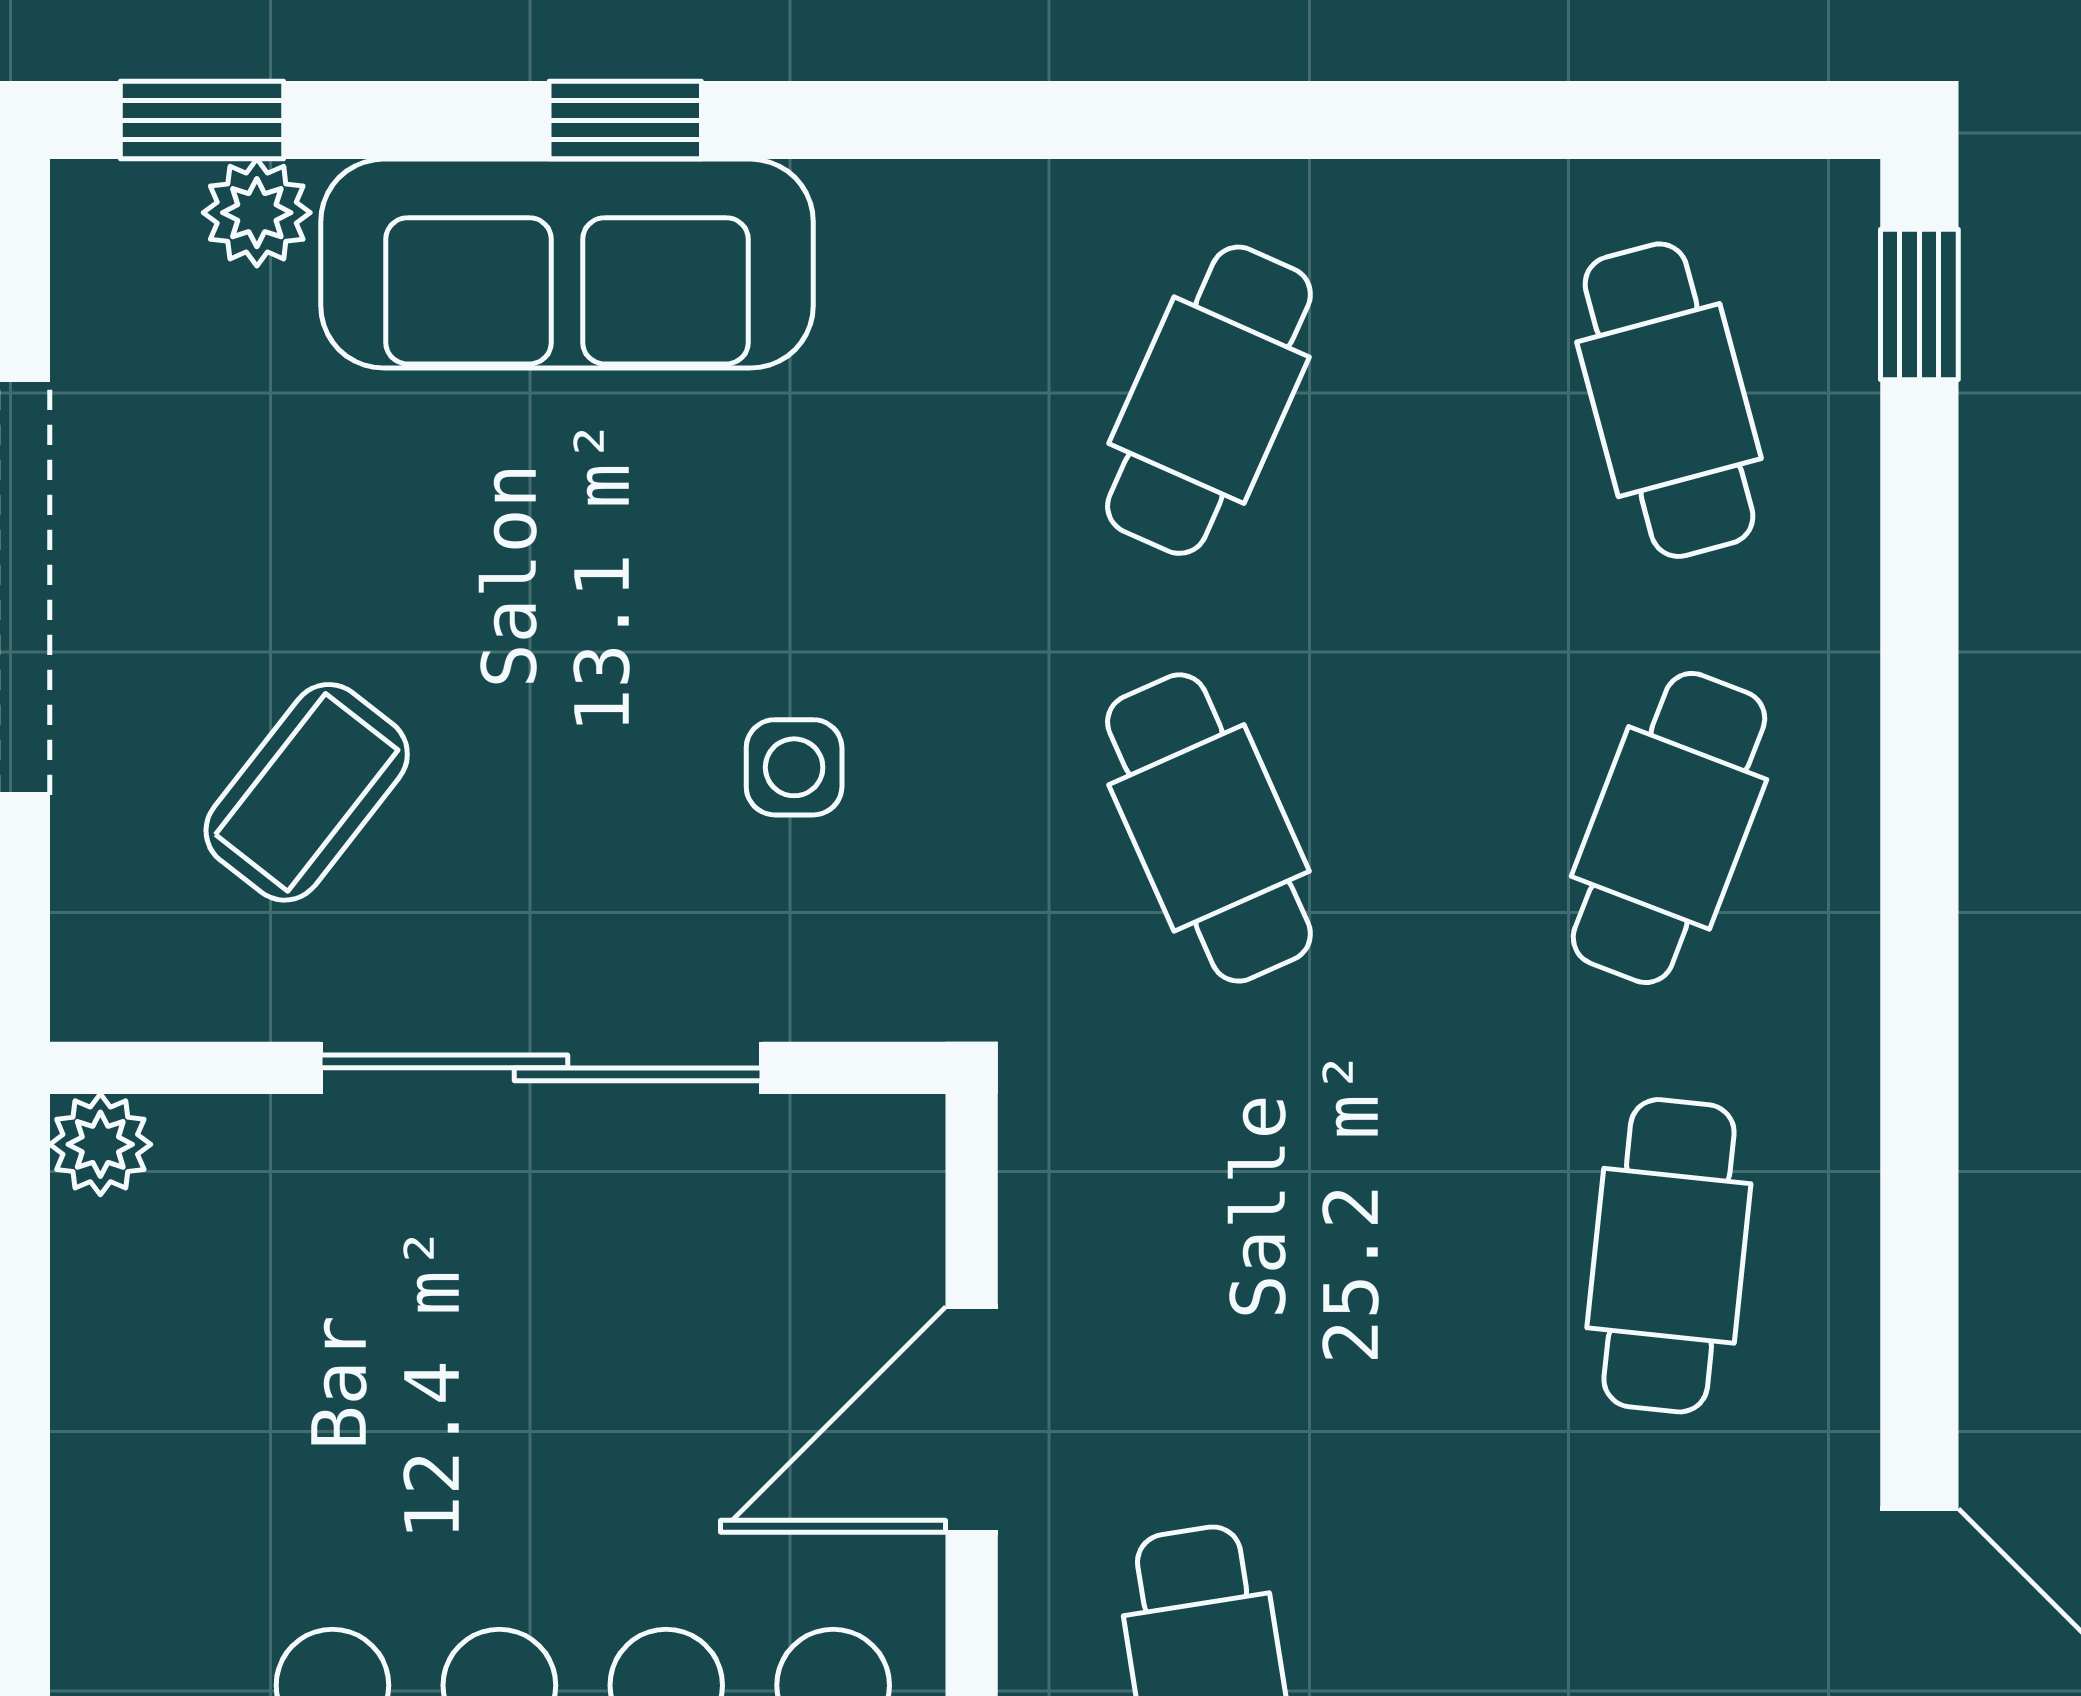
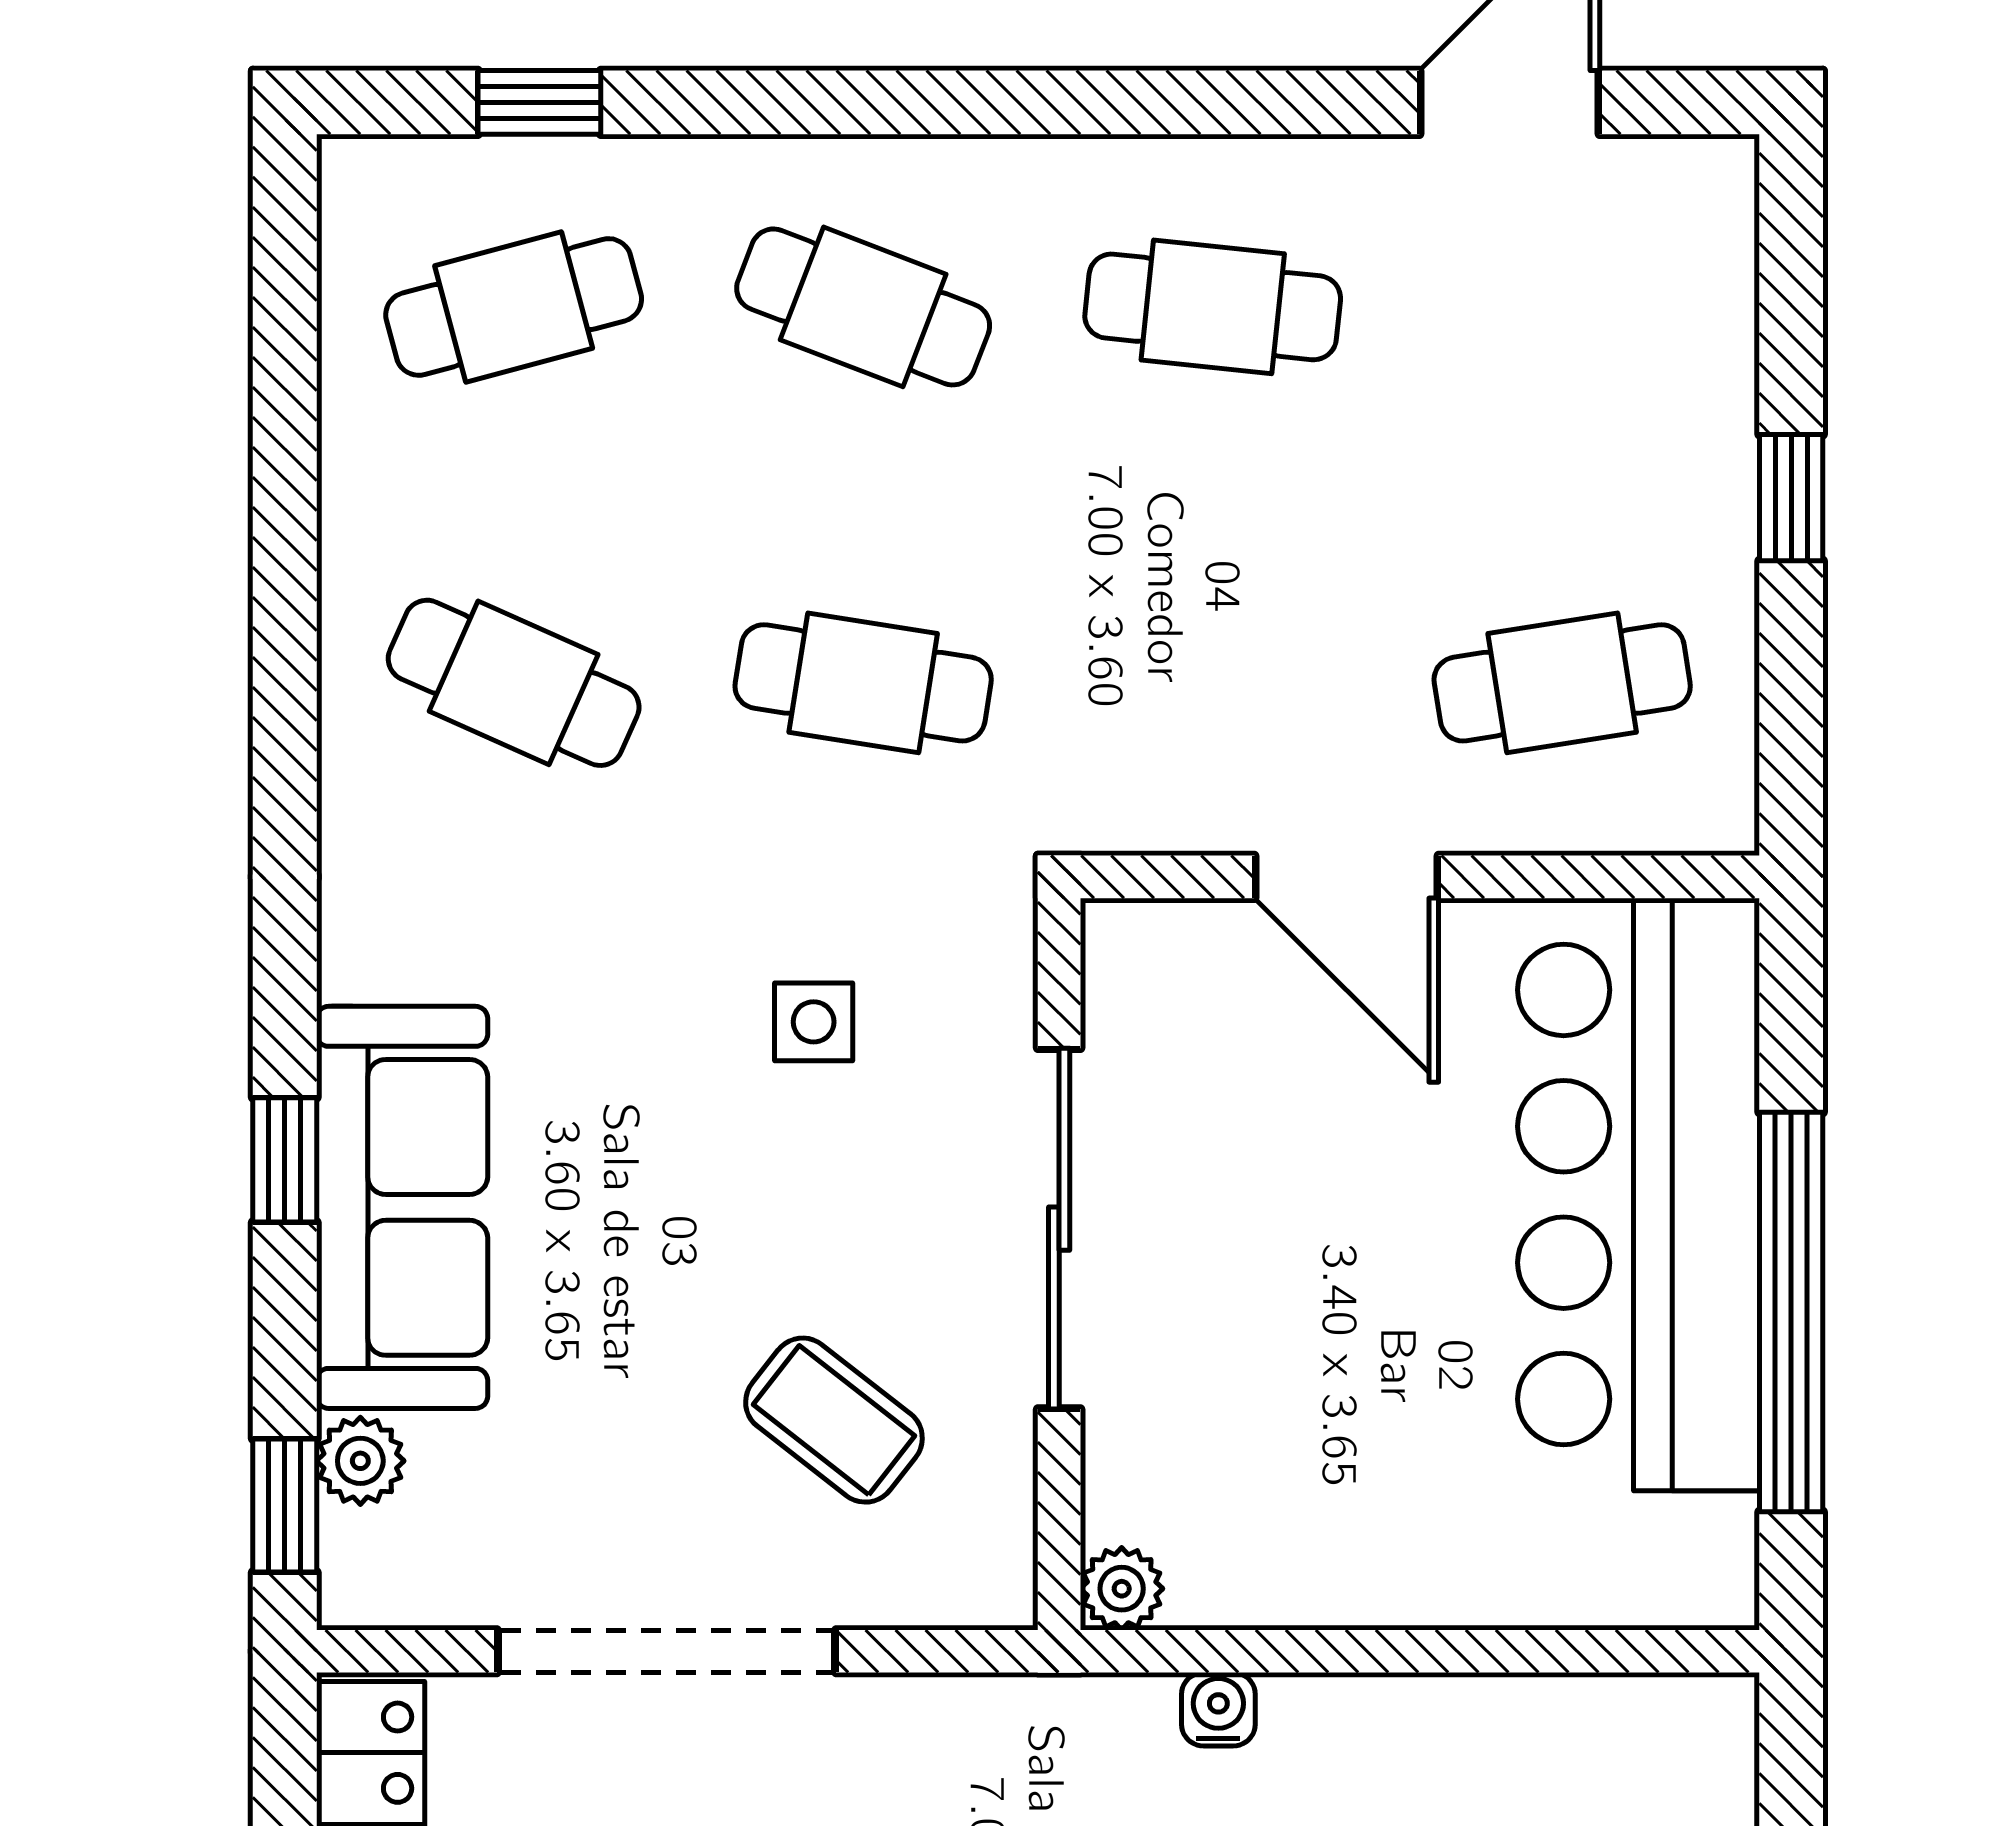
window: (1919, 304) -> (539, 102), moved
cafe table: (1209, 828) -> (863, 683), turned 33

